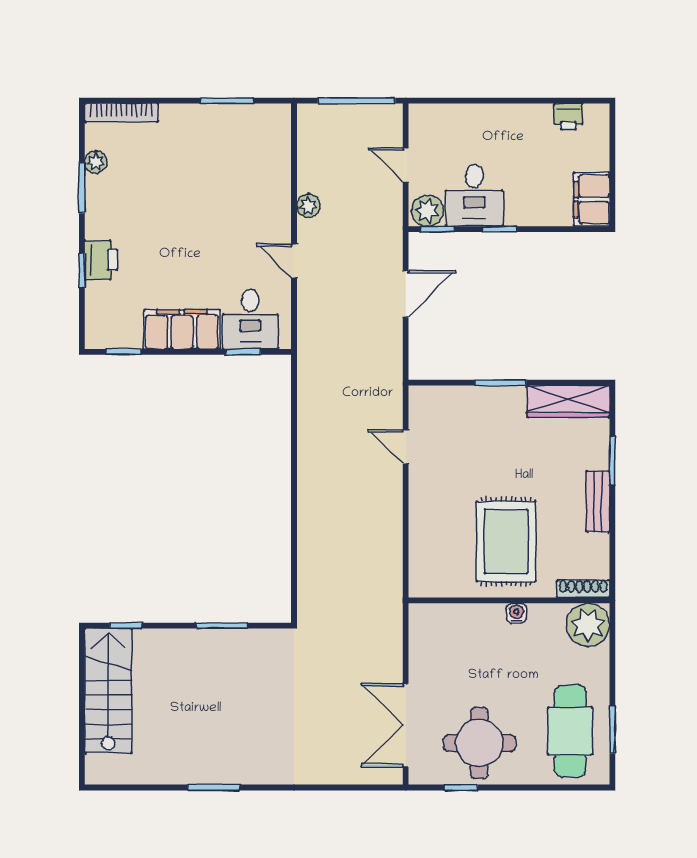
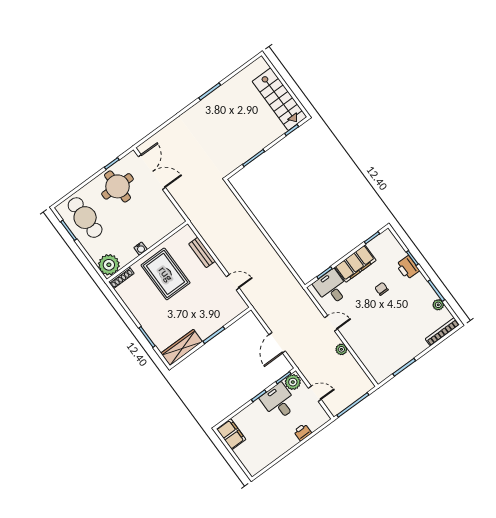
printer: (568, 117) -> (303, 432), moved
chair: (169, 257) -> (382, 289), added
bench: (598, 501) -> (202, 252), moved

